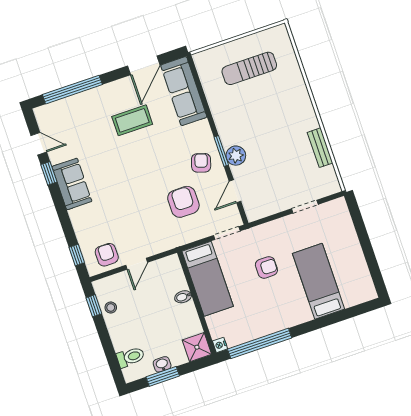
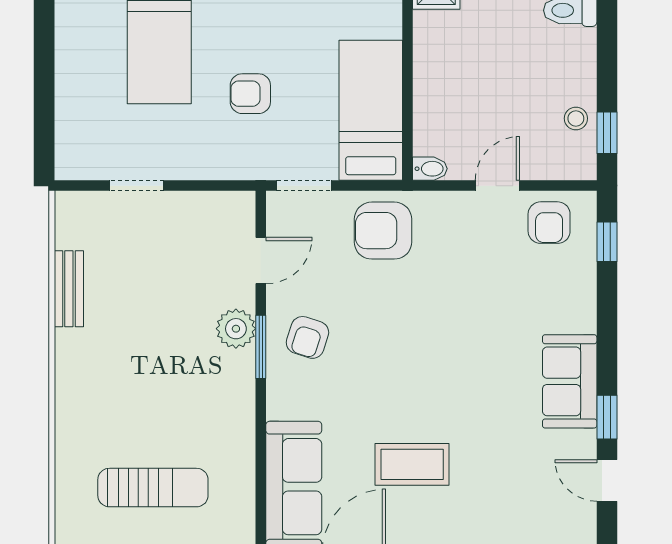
armchair: (183, 202) -> (383, 231), moved, turned 90
bidet: (183, 297) -> (430, 169), moved

